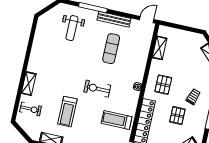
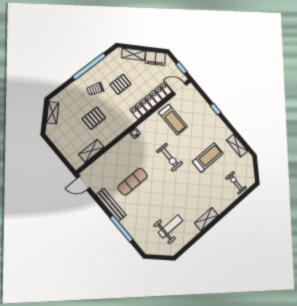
weight bench: (72, 28) -> (171, 226), moved
shelving: (29, 84) -> (206, 219), moved
pallet: (163, 85) -> (94, 118), moved

